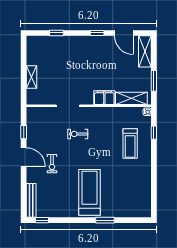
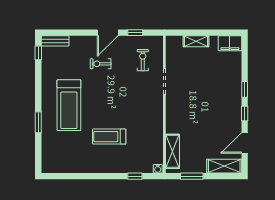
window: (56, 33) -> (245, 89), moved
filing cabinet: (104, 98) -> (230, 43), moved, turned 90
exercise bike: (78, 134) -> (143, 60), moved
treadmill: (130, 143) -> (109, 137), moved
treadmill: (89, 192) -> (69, 105), turned 90
bench: (31, 200) -> (55, 41), width x0.73

